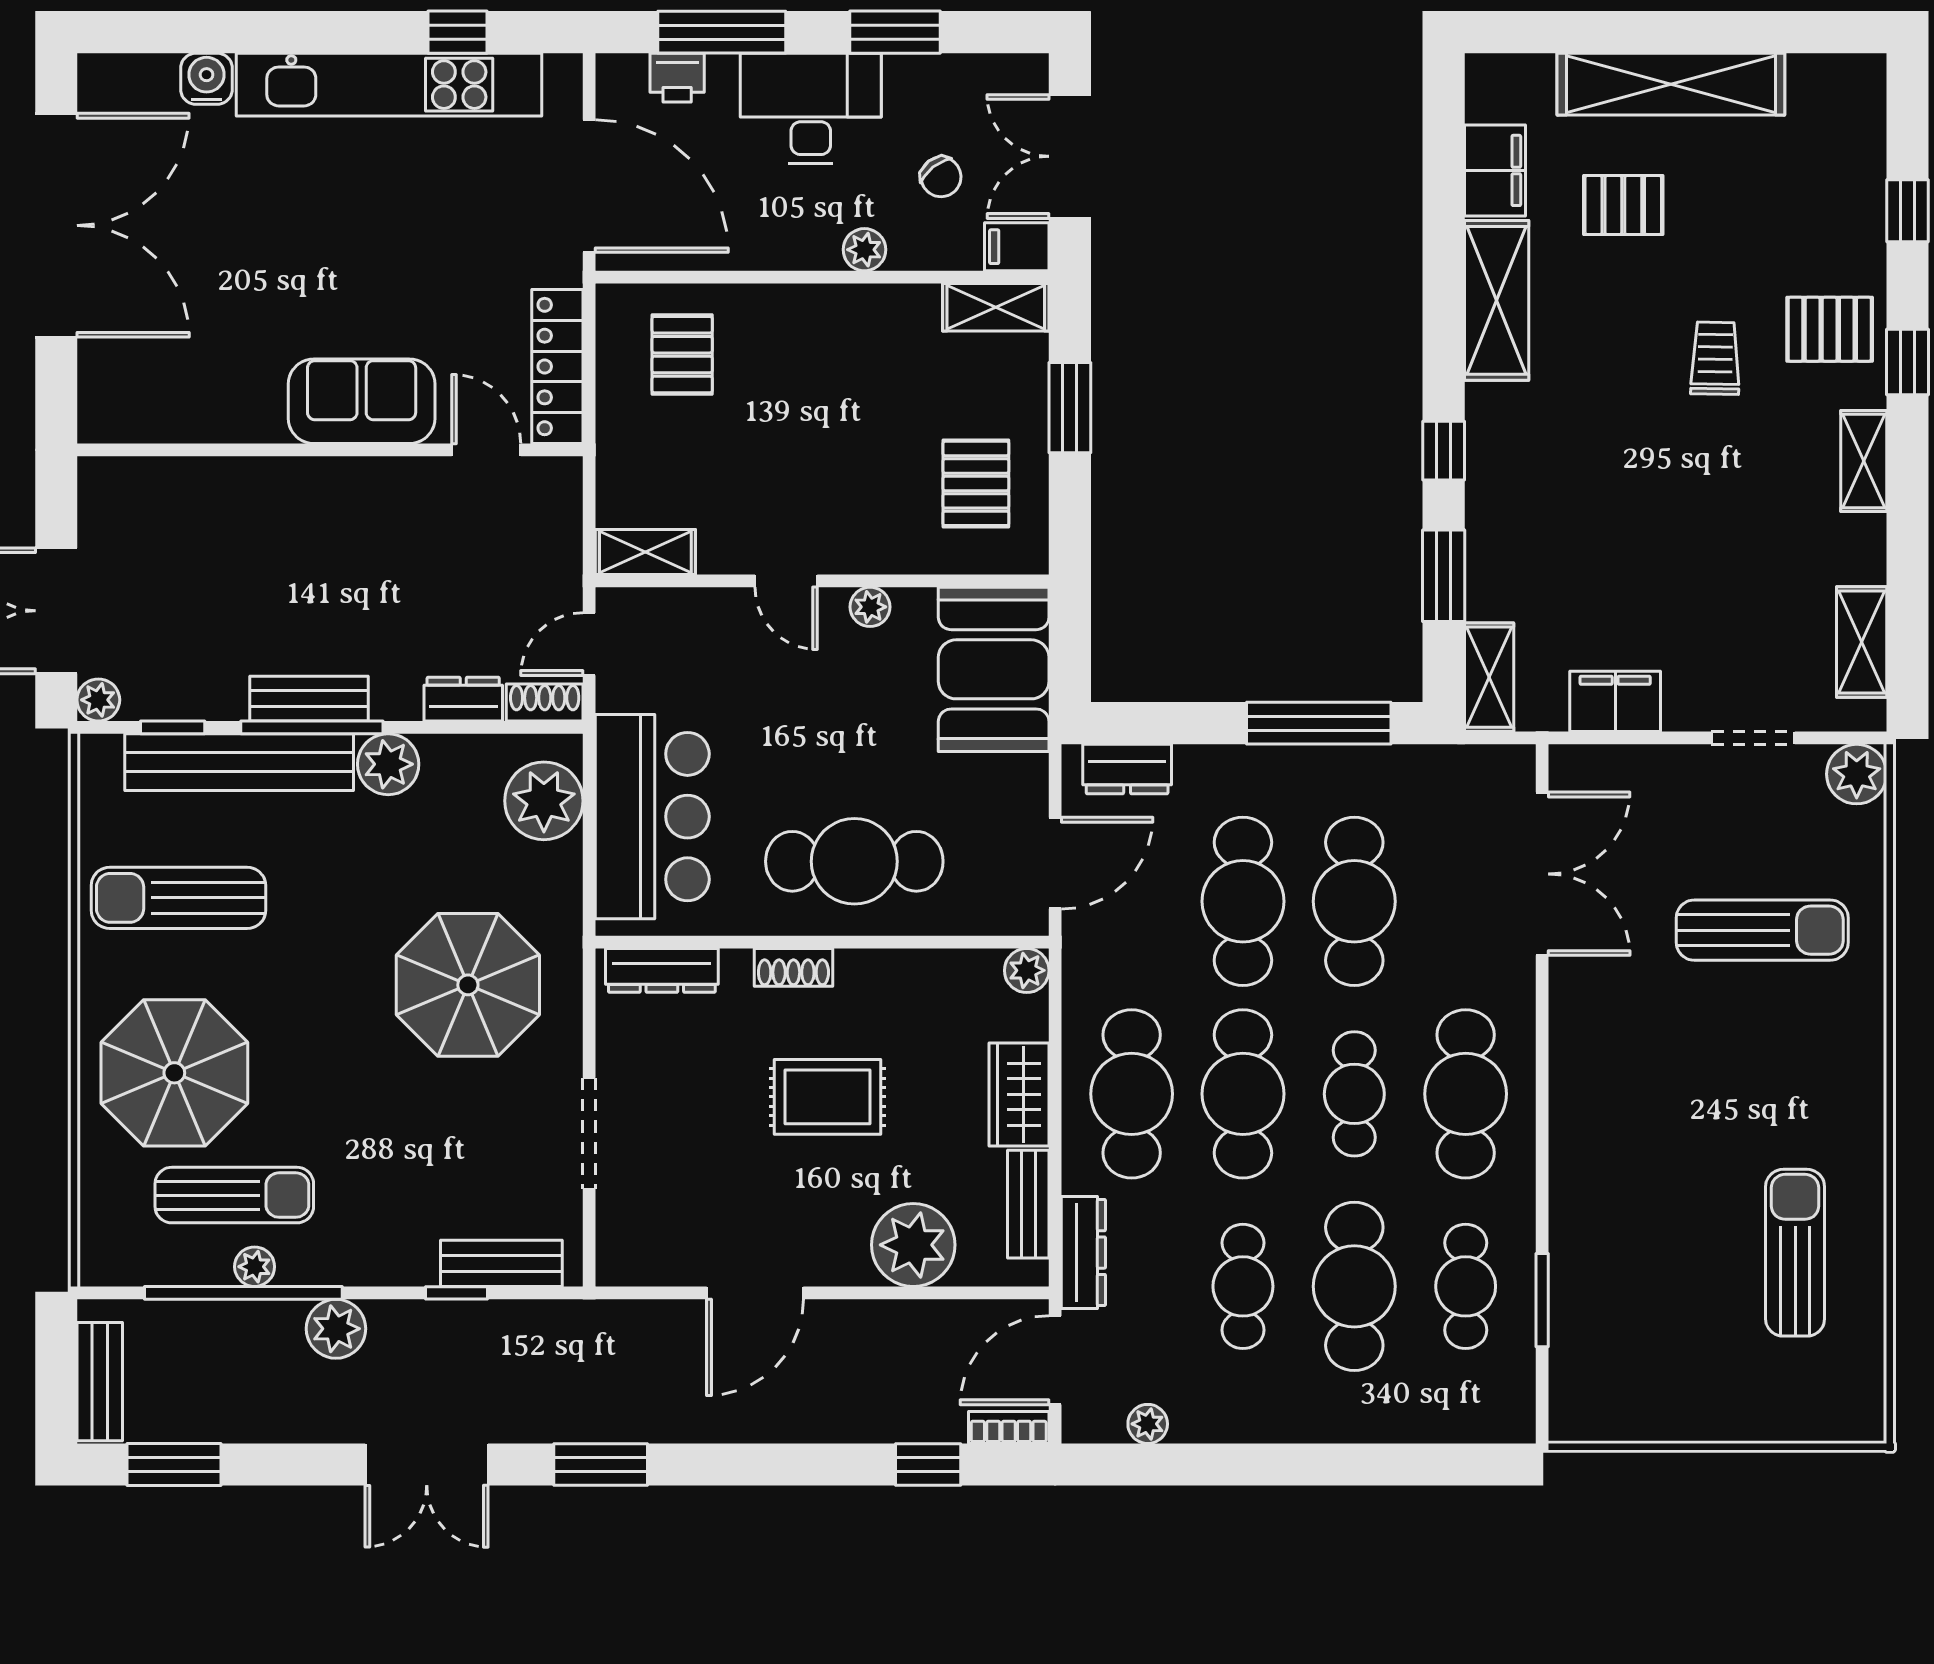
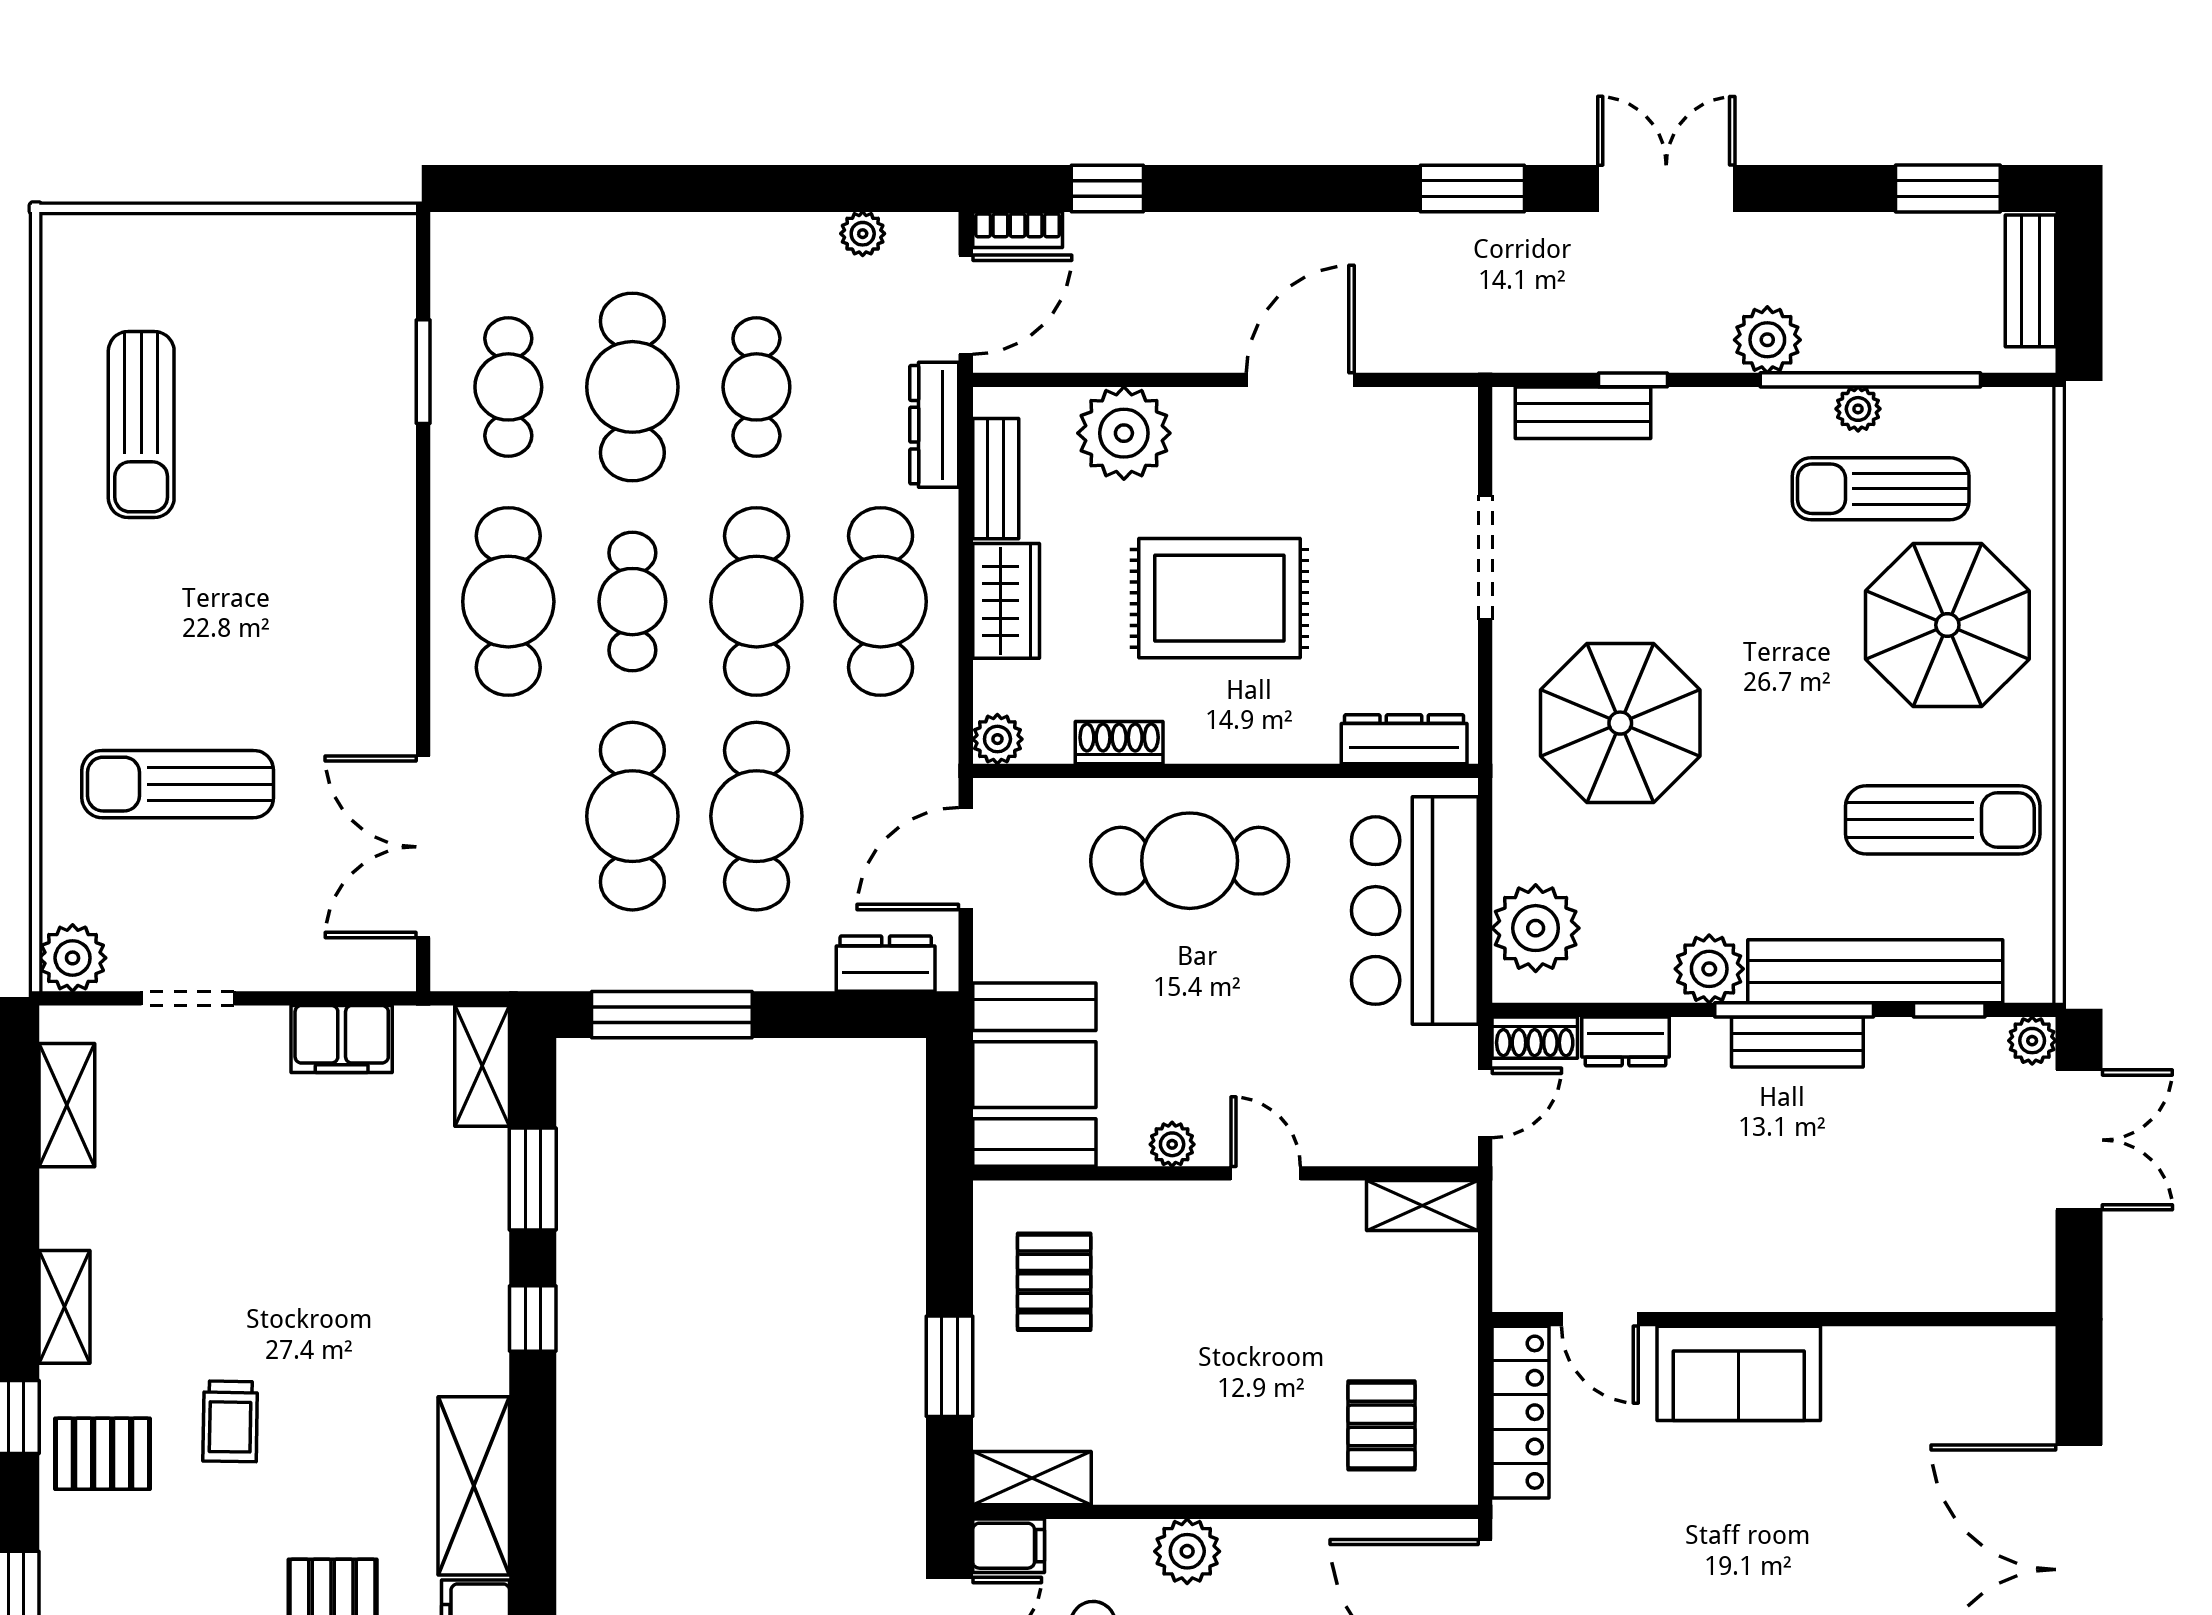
plant: (864, 250) -> (1187, 1551), width x1.38, depth x1.38
shoe rack: (793, 967) -> (1119, 743), moved
rug: (828, 1097) -> (1219, 598), width x1.36, depth x1.43

